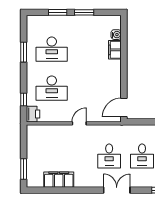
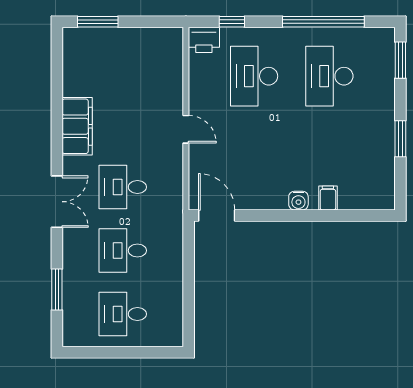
window: (58, 12) -> (400, 60), moved
water cooler: (116, 35) -> (298, 201), moved
filing cabinet: (115, 50) -> (328, 198), width x0.50
window: (24, 52) -> (323, 22), width x2.11
filing cabinet: (59, 180) -> (77, 126), moved

